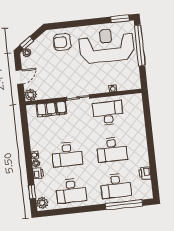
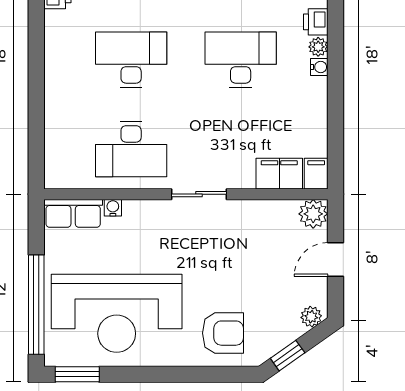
window: (27, 43) -> (288, 356), moved
row of seats: (129, 84) -> (73, 213), added
filing cabinet: (61, 108) -> (316, 174), moved

